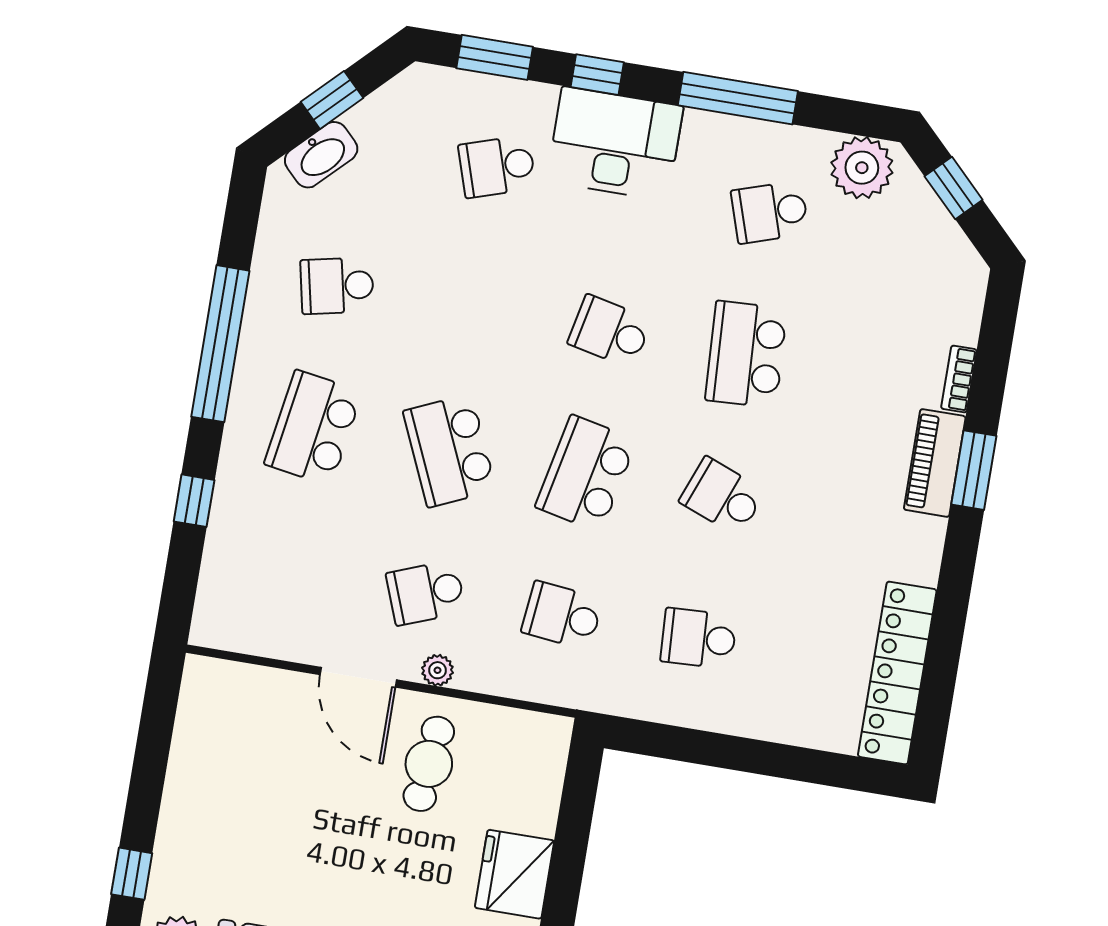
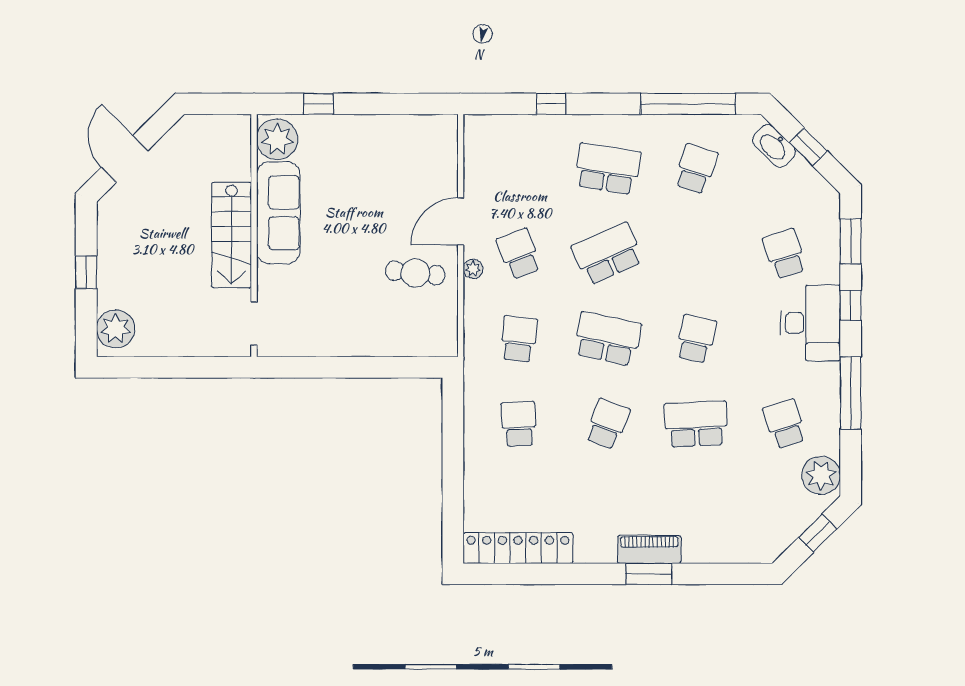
school desk: (337, 286) -> (696, 169), turned 30
window: (220, 344) -> (688, 104), moved
bookcase: (959, 379) -> (703, 556), removed
fridge: (514, 874) -> (357, 336), removed

